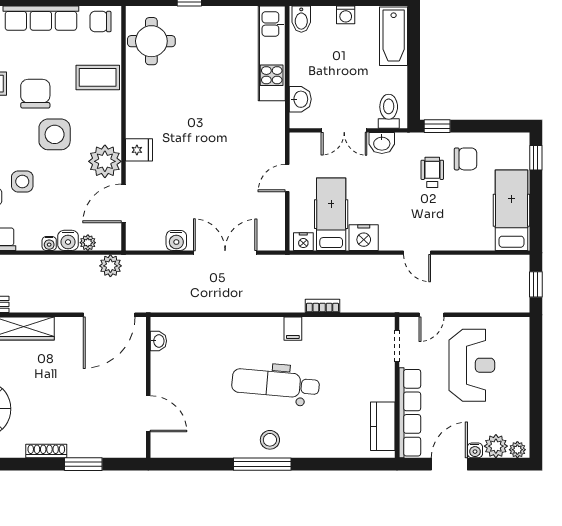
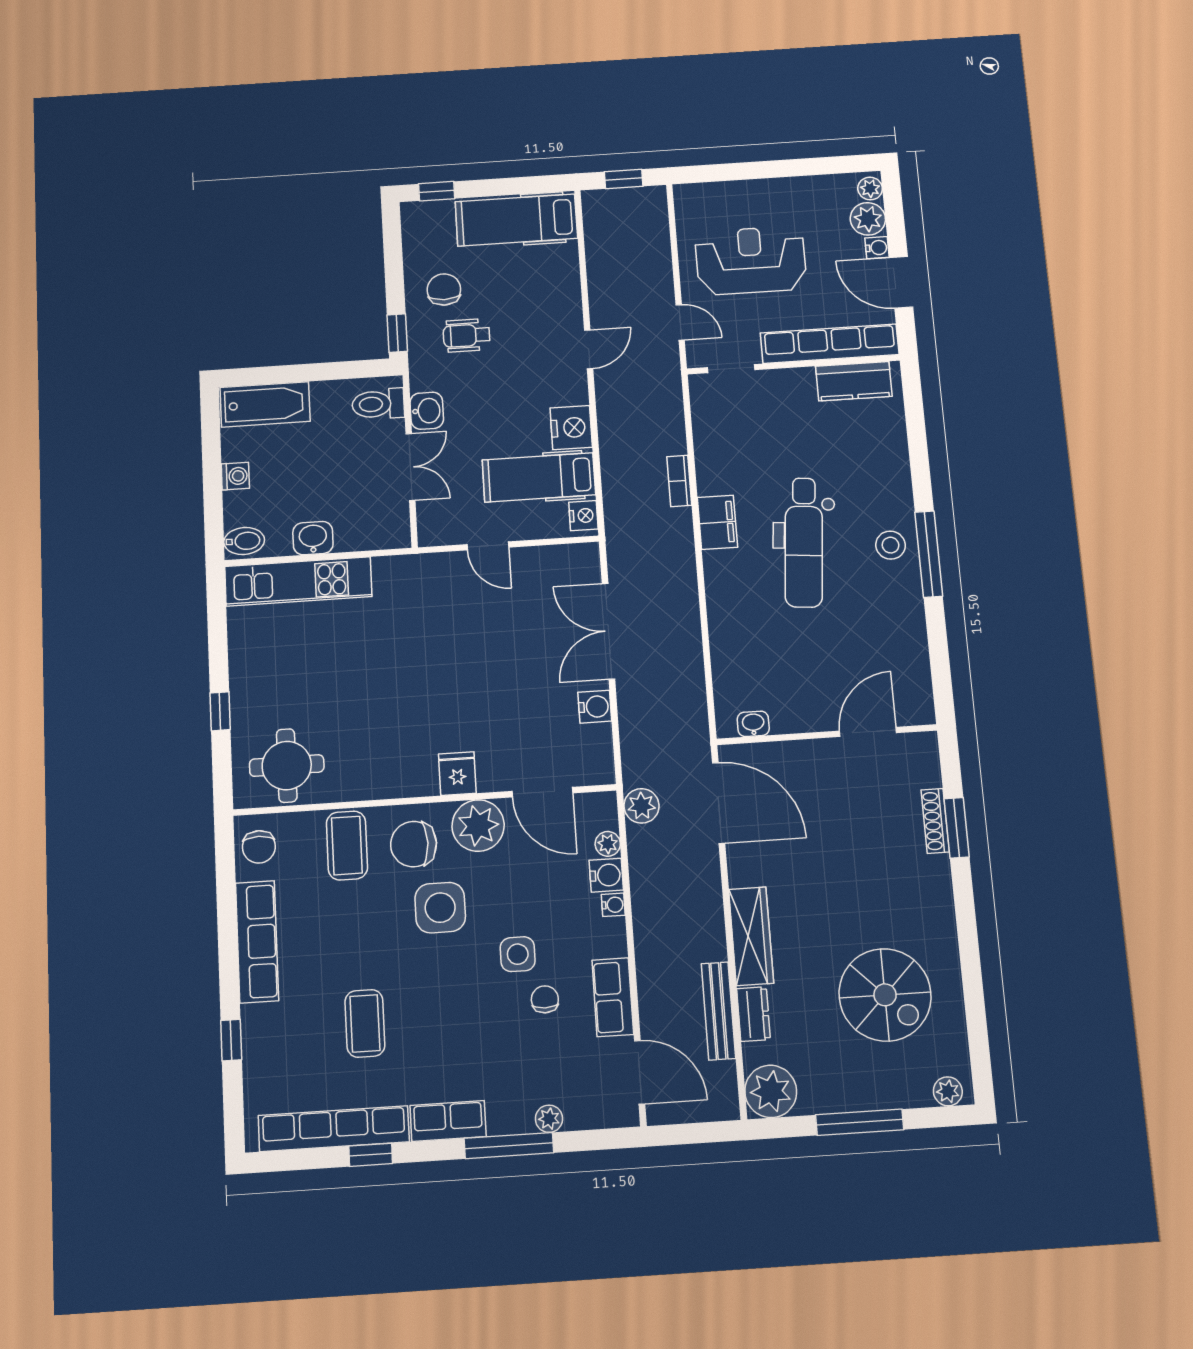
chair: (35, 94) -> (414, 844), moved
washbasin: (300, 99) -> (313, 538), moved
filing cabinet: (293, 329) -> (717, 522), width x2.00
shoe rack: (46, 451) -> (935, 821), moved

